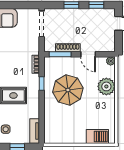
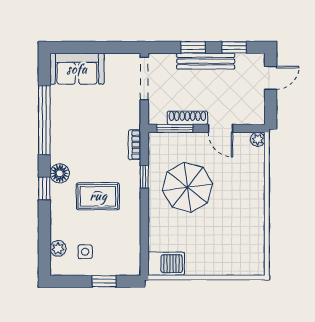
bench: (79, 13) -> (206, 61), added
plant: (106, 86) -> (251, 181), removed
tv unit: (35, 131) -> (133, 255), removed
barbecue: (97, 137) -> (166, 264), moved

